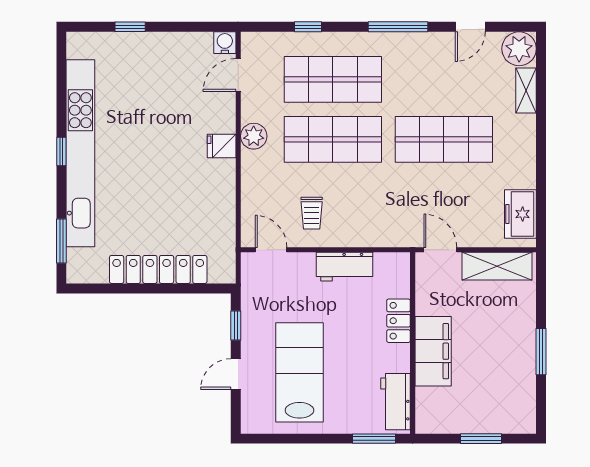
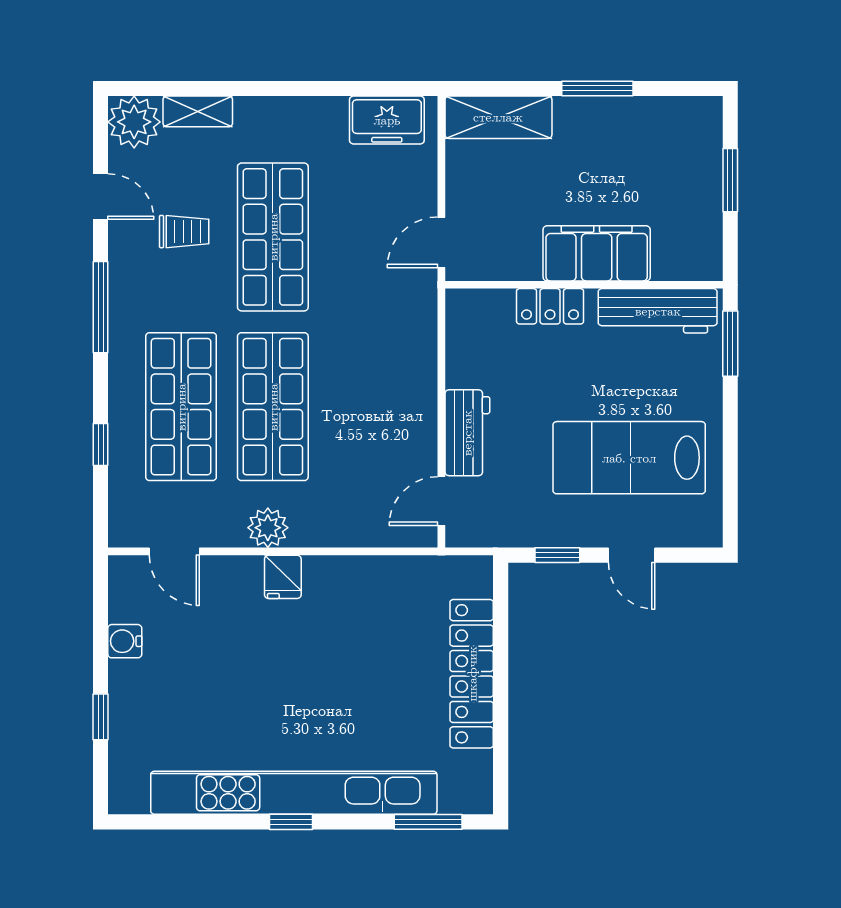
water cooler: (225, 43) -> (125, 641), moved
trolley: (312, 213) -> (184, 232), moved
shelving: (497, 266) -> (498, 117), moved, turned 90
workbench: (344, 267) -> (467, 433), moved
workbench: (396, 402) -> (658, 311), width x1.37

